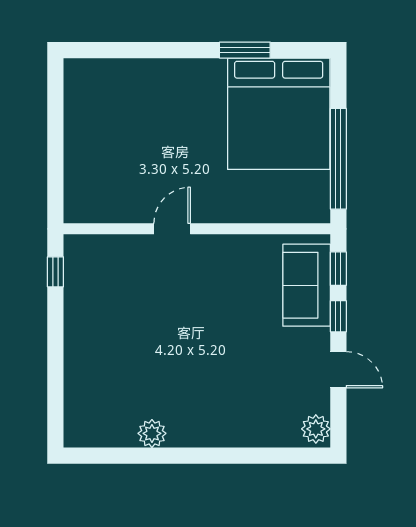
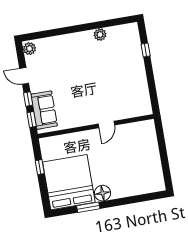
floor lamp: (207, 76) -> (103, 193), added
window: (338, 159) -> (40, 167), width x0.32
window: (55, 272) -> (146, 50), moved

